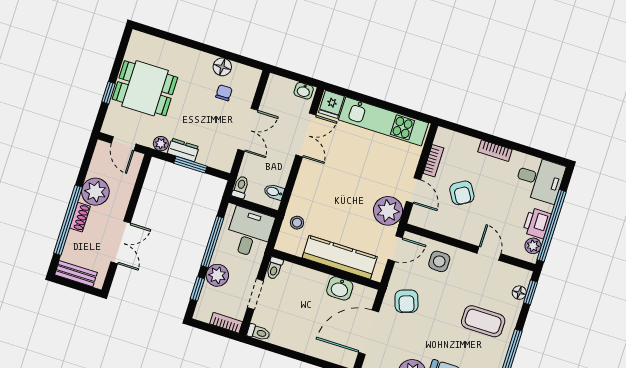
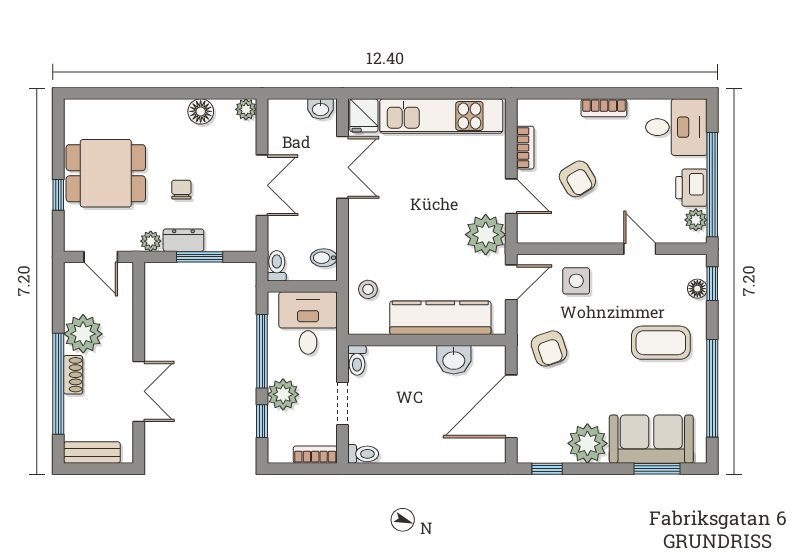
plant: (253, 75) -> (246, 109), added
chair: (224, 93) -> (181, 190), moved

